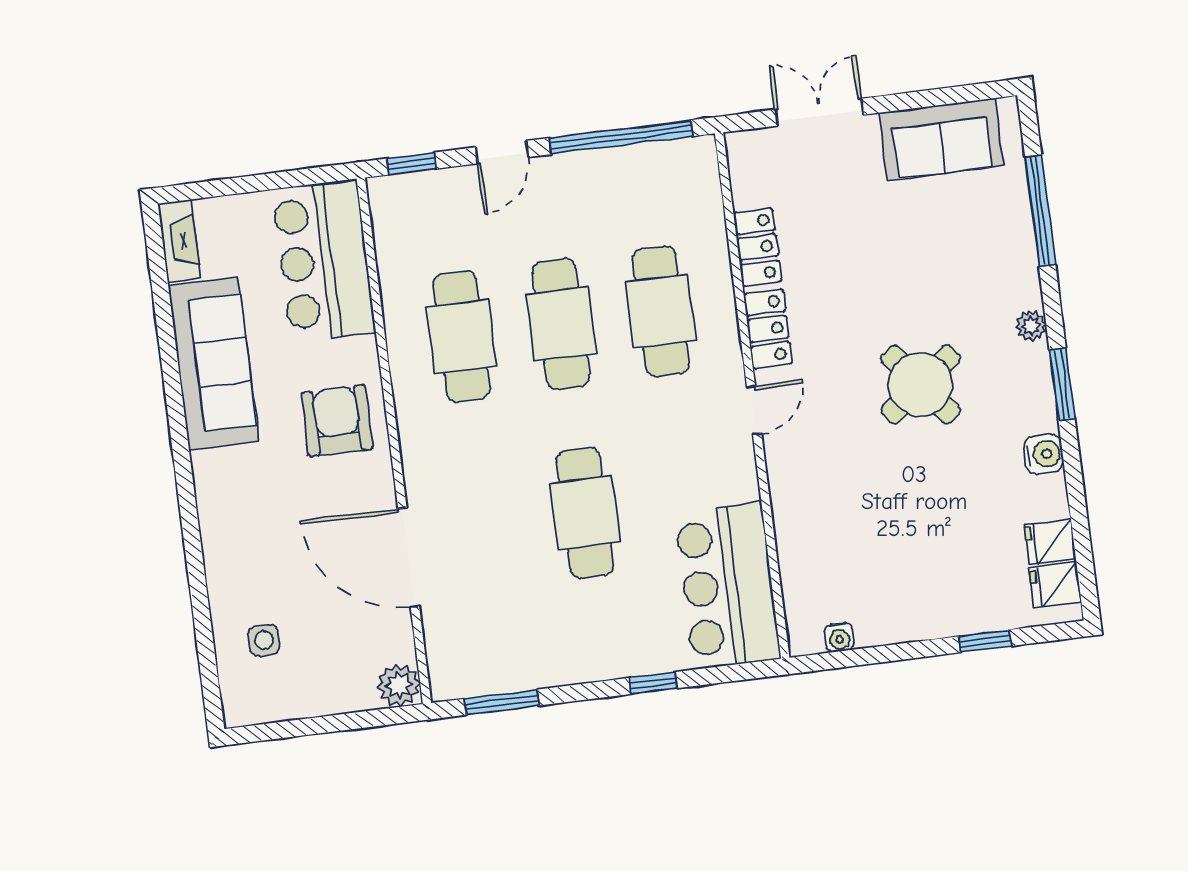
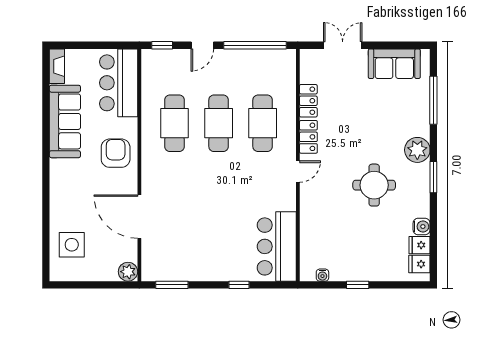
plant: (1031, 326) -> (417, 150), width x1.88, depth x1.88
round table: (921, 384) -> (374, 185), moved, turned 38
water cooler: (1044, 454) -> (422, 227), moved
cafe table: (585, 513) -> (219, 207), removed
side table: (264, 640) -> (72, 245), width x1.87, depth x1.87
window: (985, 641) -> (358, 285), moved

